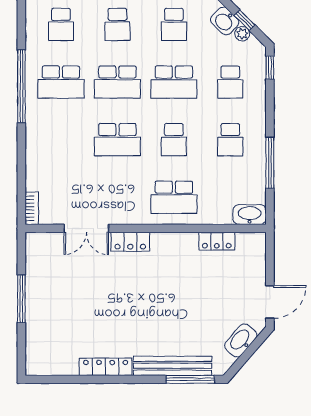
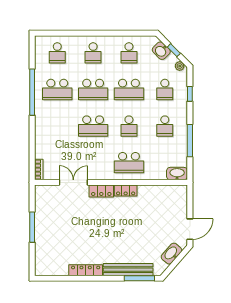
plant: (242, 34) -> (180, 66), moved
window: (270, 68) -> (190, 94), moved
double door: (86, 228) -> (73, 182), swing flipped
locker: (217, 241) -> (126, 191), moved

